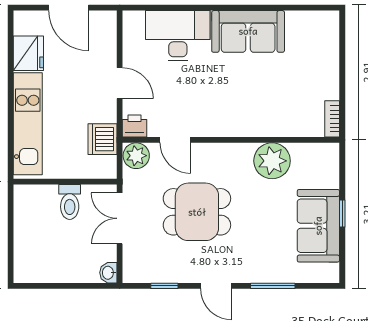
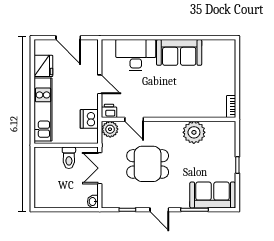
sofa: (318, 226) -> (212, 195), moved, turned 90

